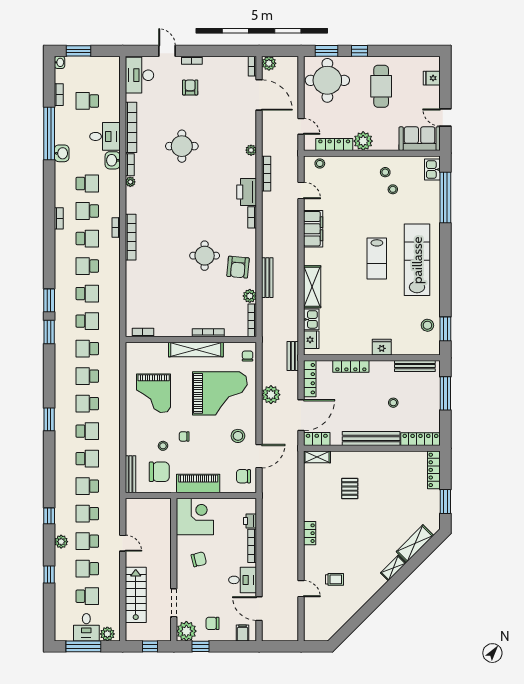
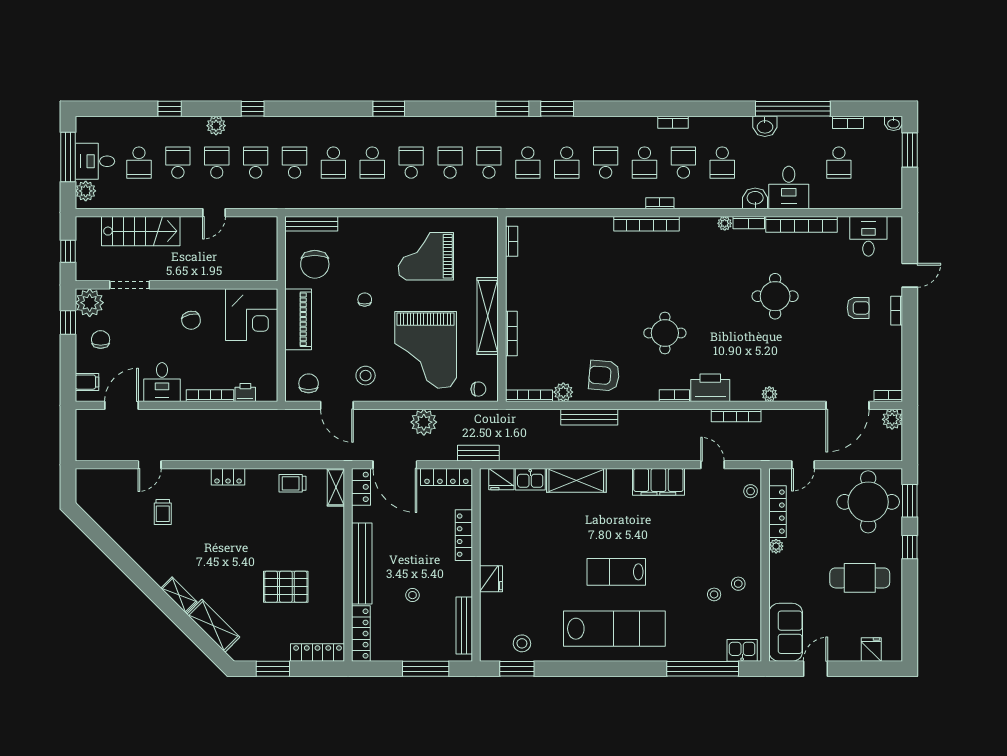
desk: (139, 75) -> (868, 236), width x0.73
school desk: (87, 101) -> (839, 163), turned 180
plant: (363, 141) -> (776, 546), width x0.53, depth x0.53
door: (301, 190) -> (712, 465), swing flipped
round table: (205, 256) -> (665, 333), moved
stool: (163, 446) -> (352, 270), removed
trolley: (314, 488) -> (293, 483), added
pallet: (350, 489) -> (286, 587), moved, width x1.50, depth x1.42

